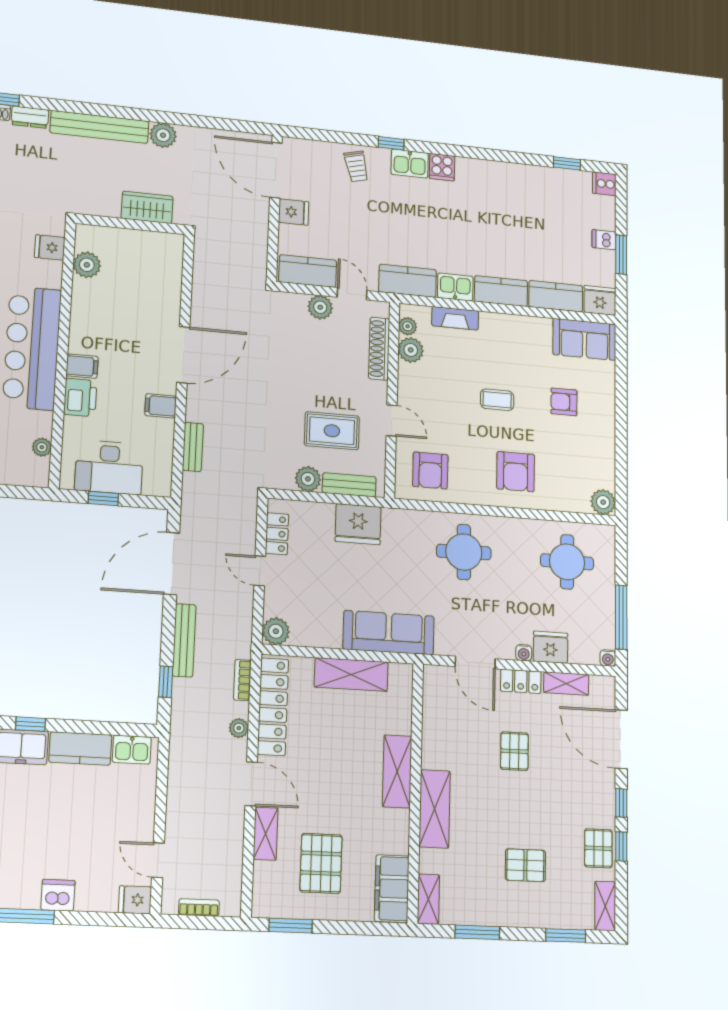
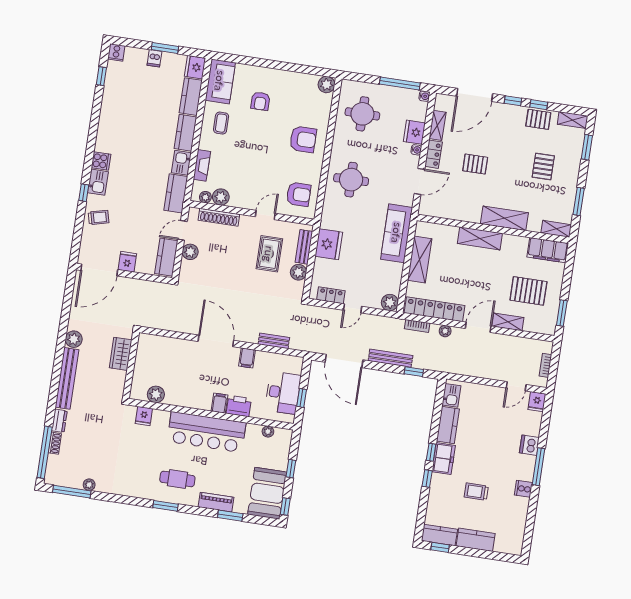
coffee table: (497, 400) -> (221, 123), moved

